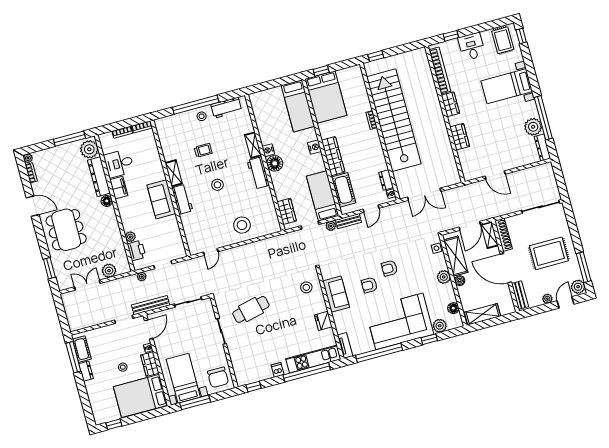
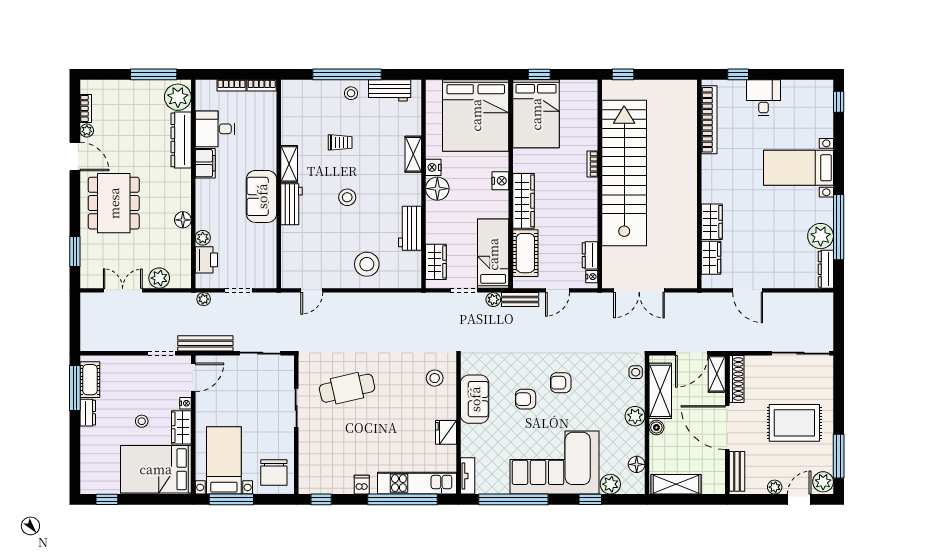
rug: (503, 40) -> (811, 101), removed
wardrobe: (450, 104) -> (711, 258), moved
bed: (298, 106) -> (476, 115), width x2.04
plant: (28, 158) -> (87, 131), moved
workbench: (258, 173) -> (410, 228), moved
floor lamp: (107, 201) -> (183, 220), moved

